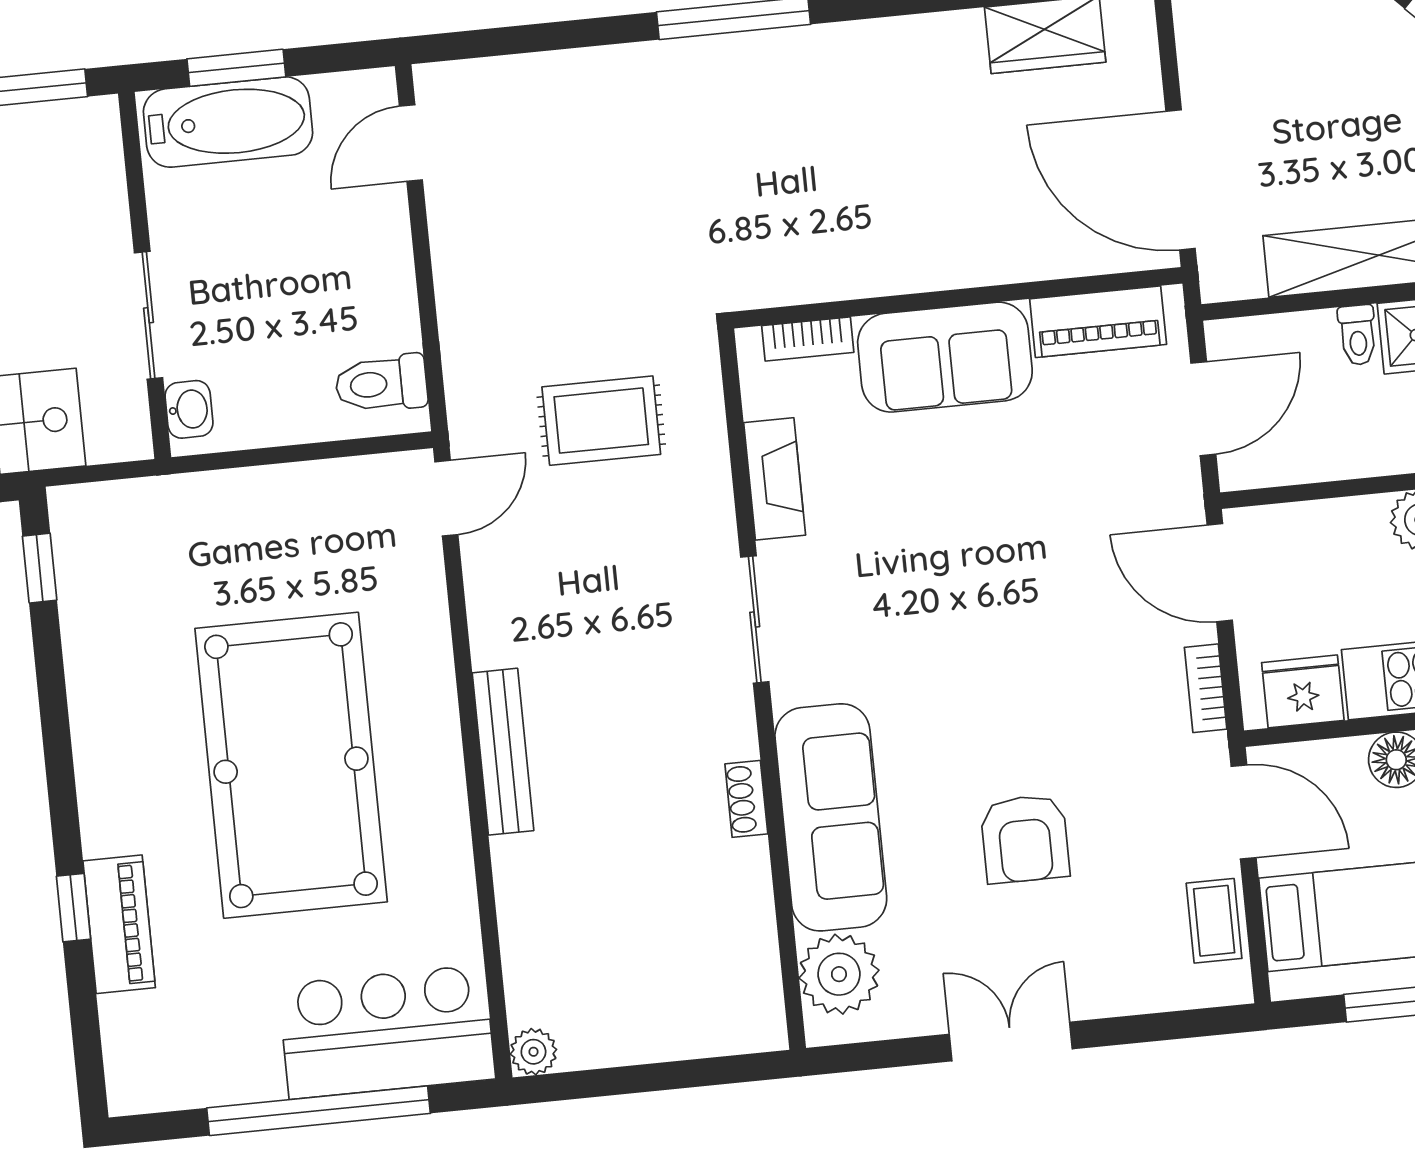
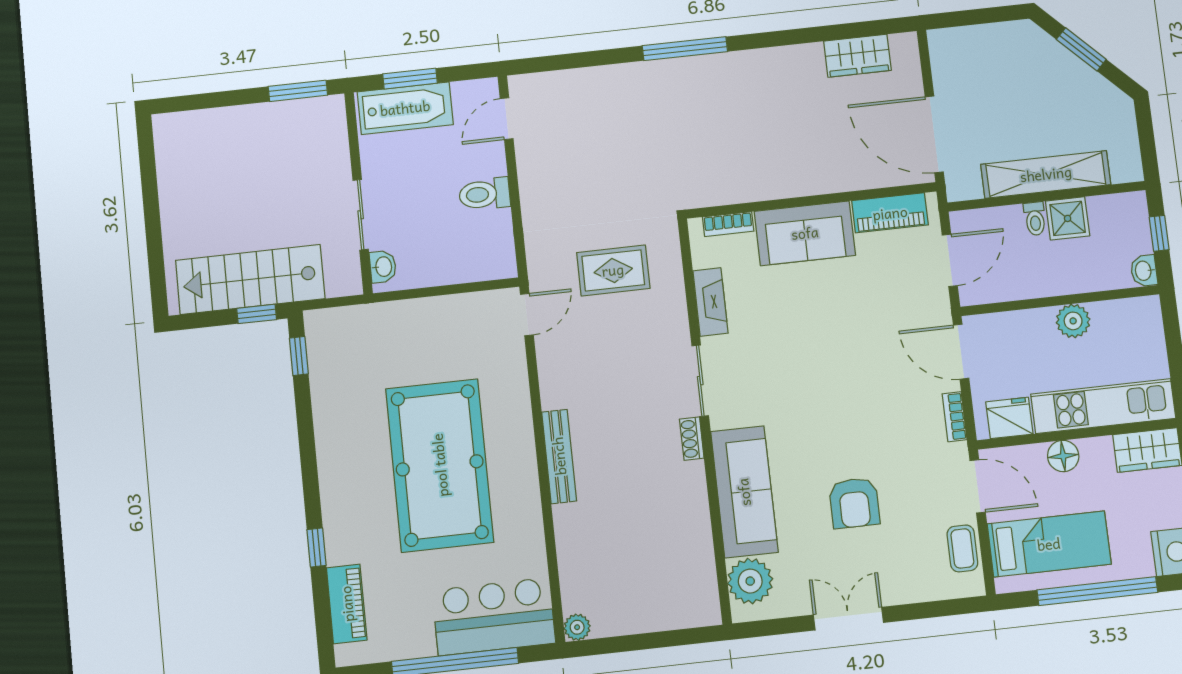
toilet: (381, 384) -> (484, 194), moved
shoe rack: (746, 799) -> (692, 439), moved
piano: (119, 924) -> (347, 604), moved

